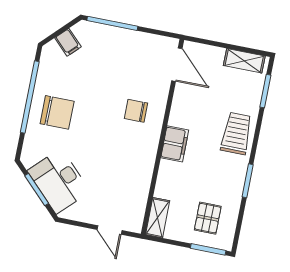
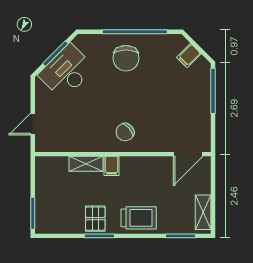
chair: (136, 111) -> (125, 132), moved, turned -131
filing cabinet: (175, 144) -> (112, 166), width x0.50
shelving: (158, 218) -> (86, 164), moved
pallet: (208, 218) -> (95, 219), moved, turned 90

